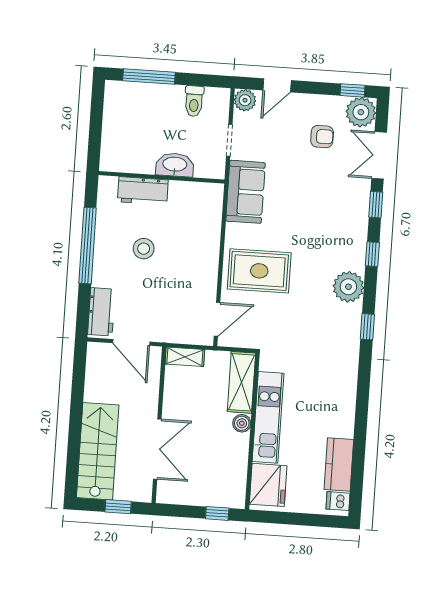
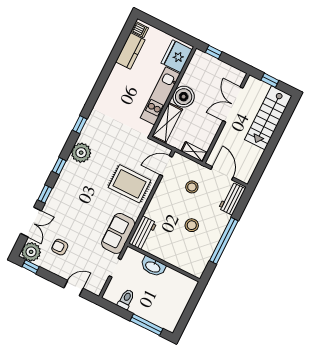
plant: (245, 100) -> (96, 287), removed
workbench: (143, 191) -> (143, 233), moved, turned 90
stool: (167, 304) -> (192, 187), added
boiler: (242, 423) -> (184, 97), width x1.86, depth x1.86

